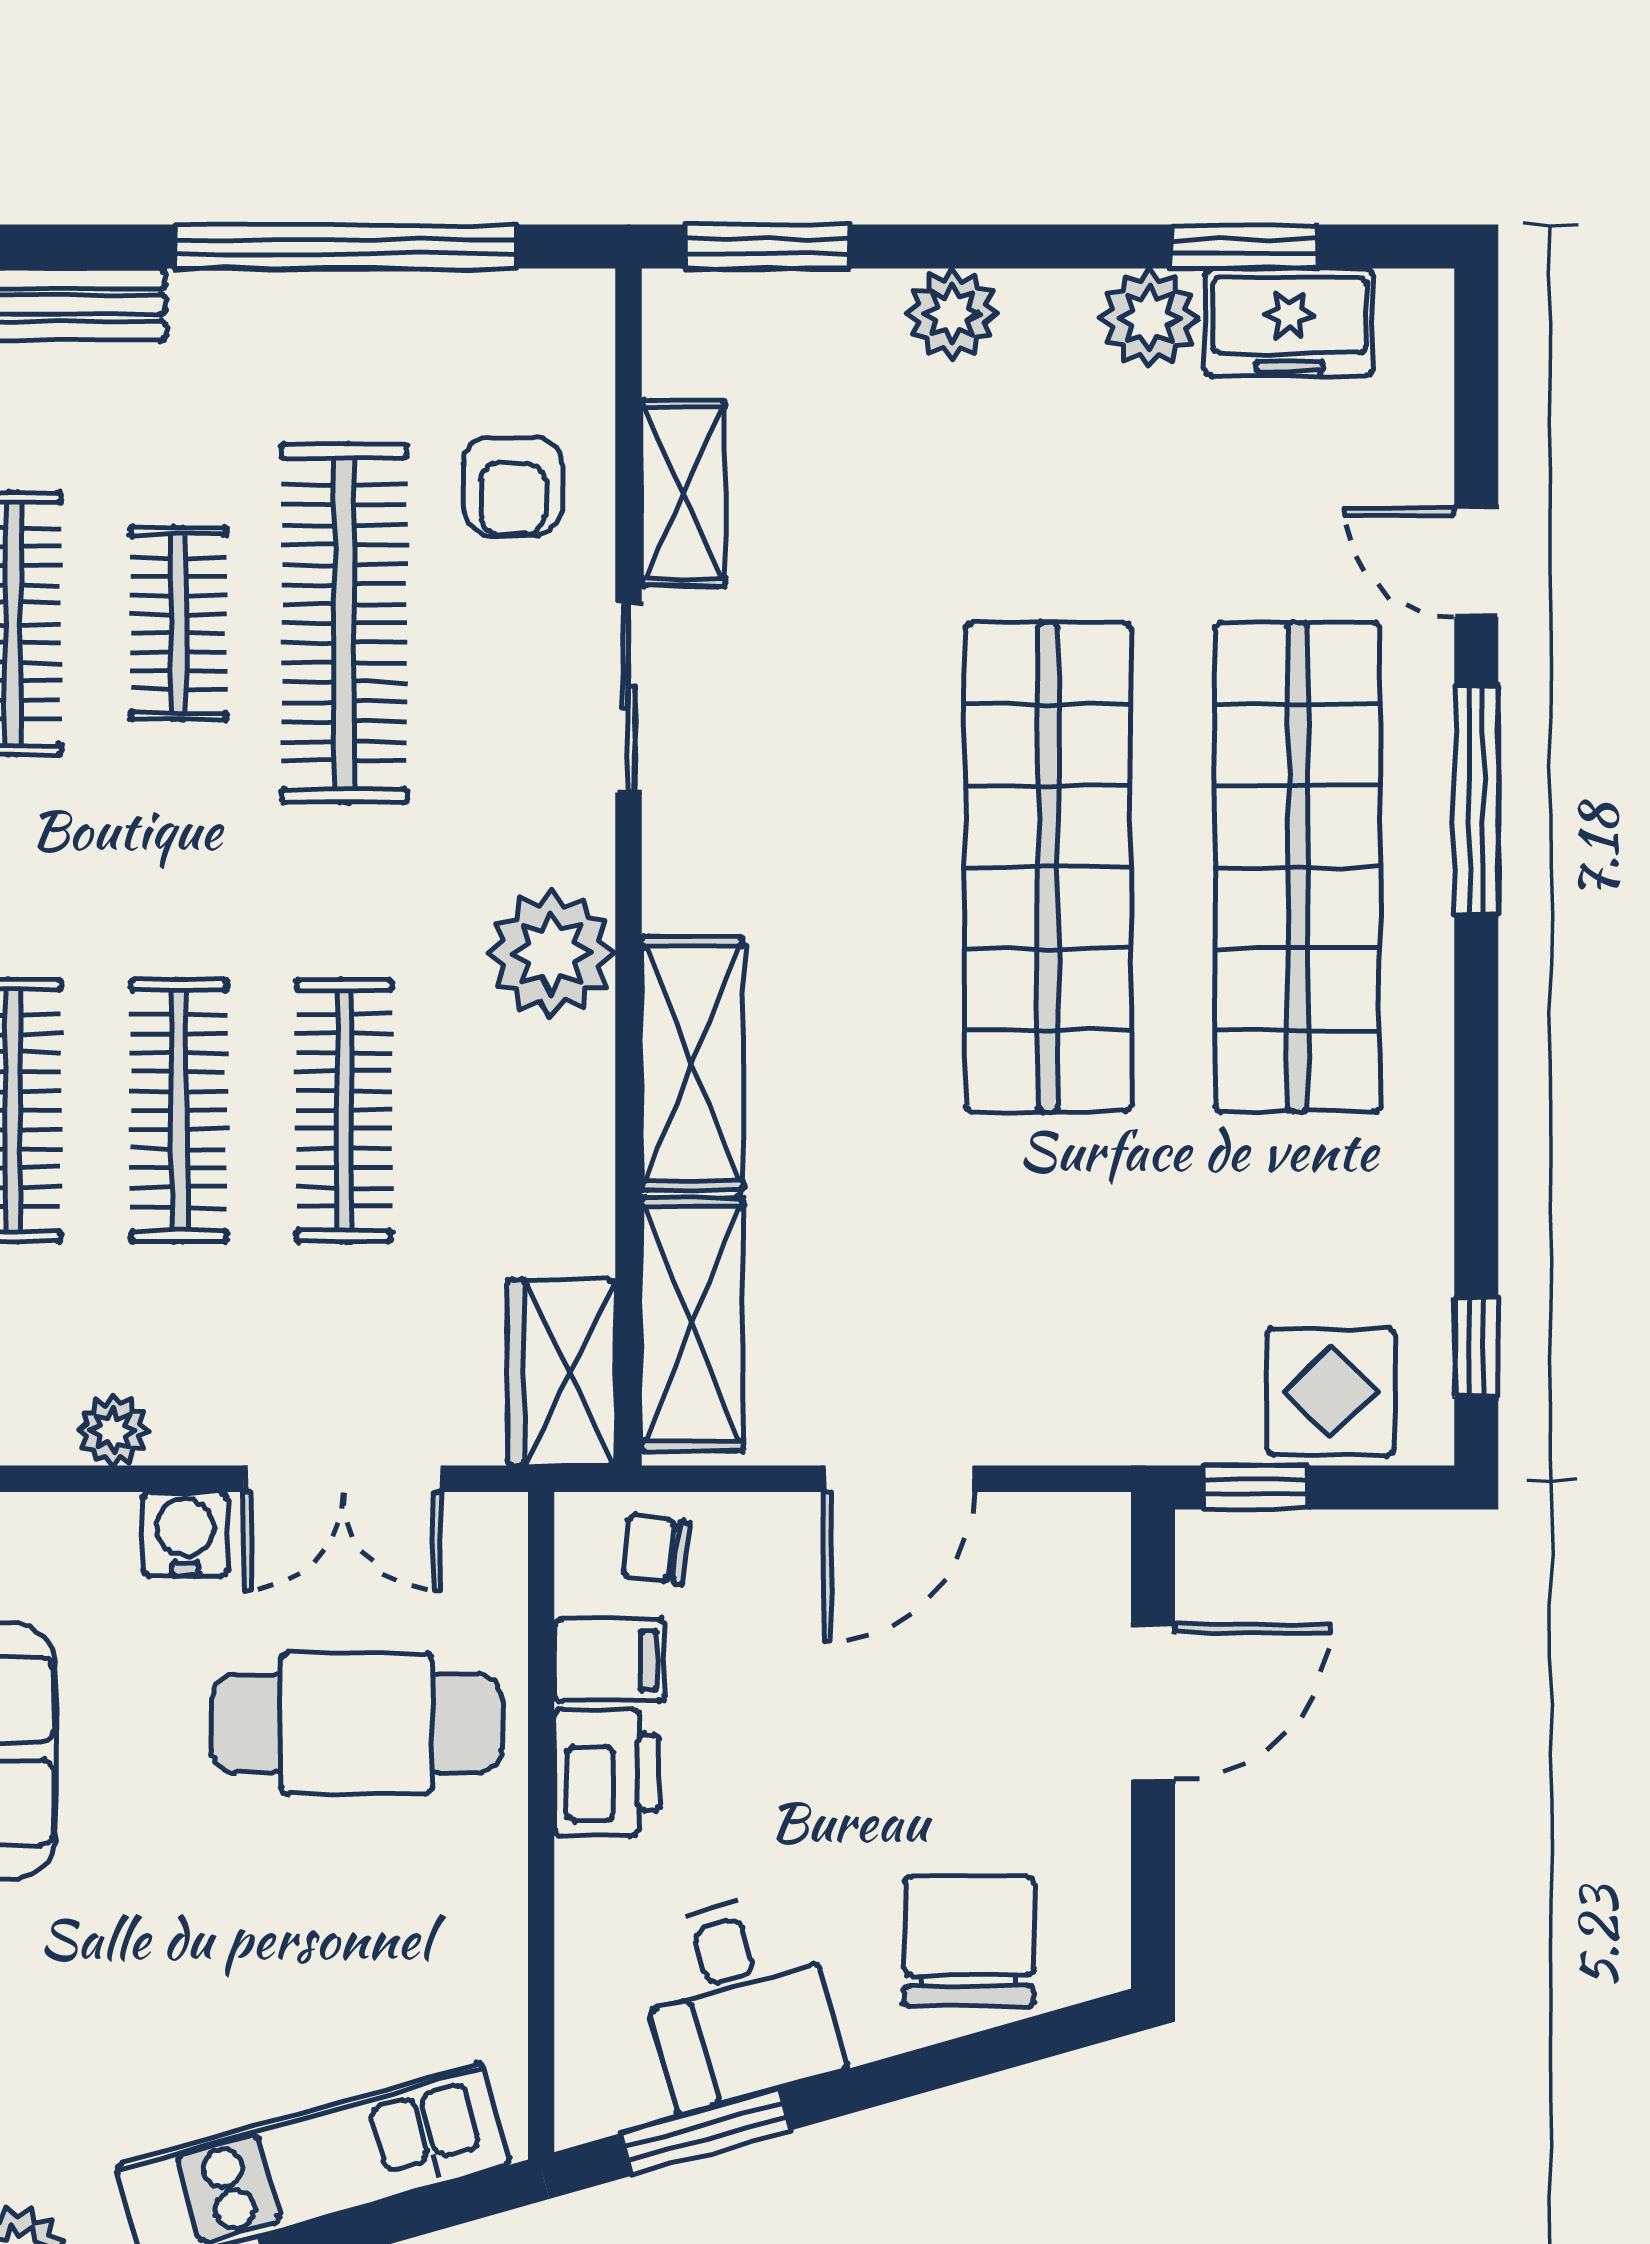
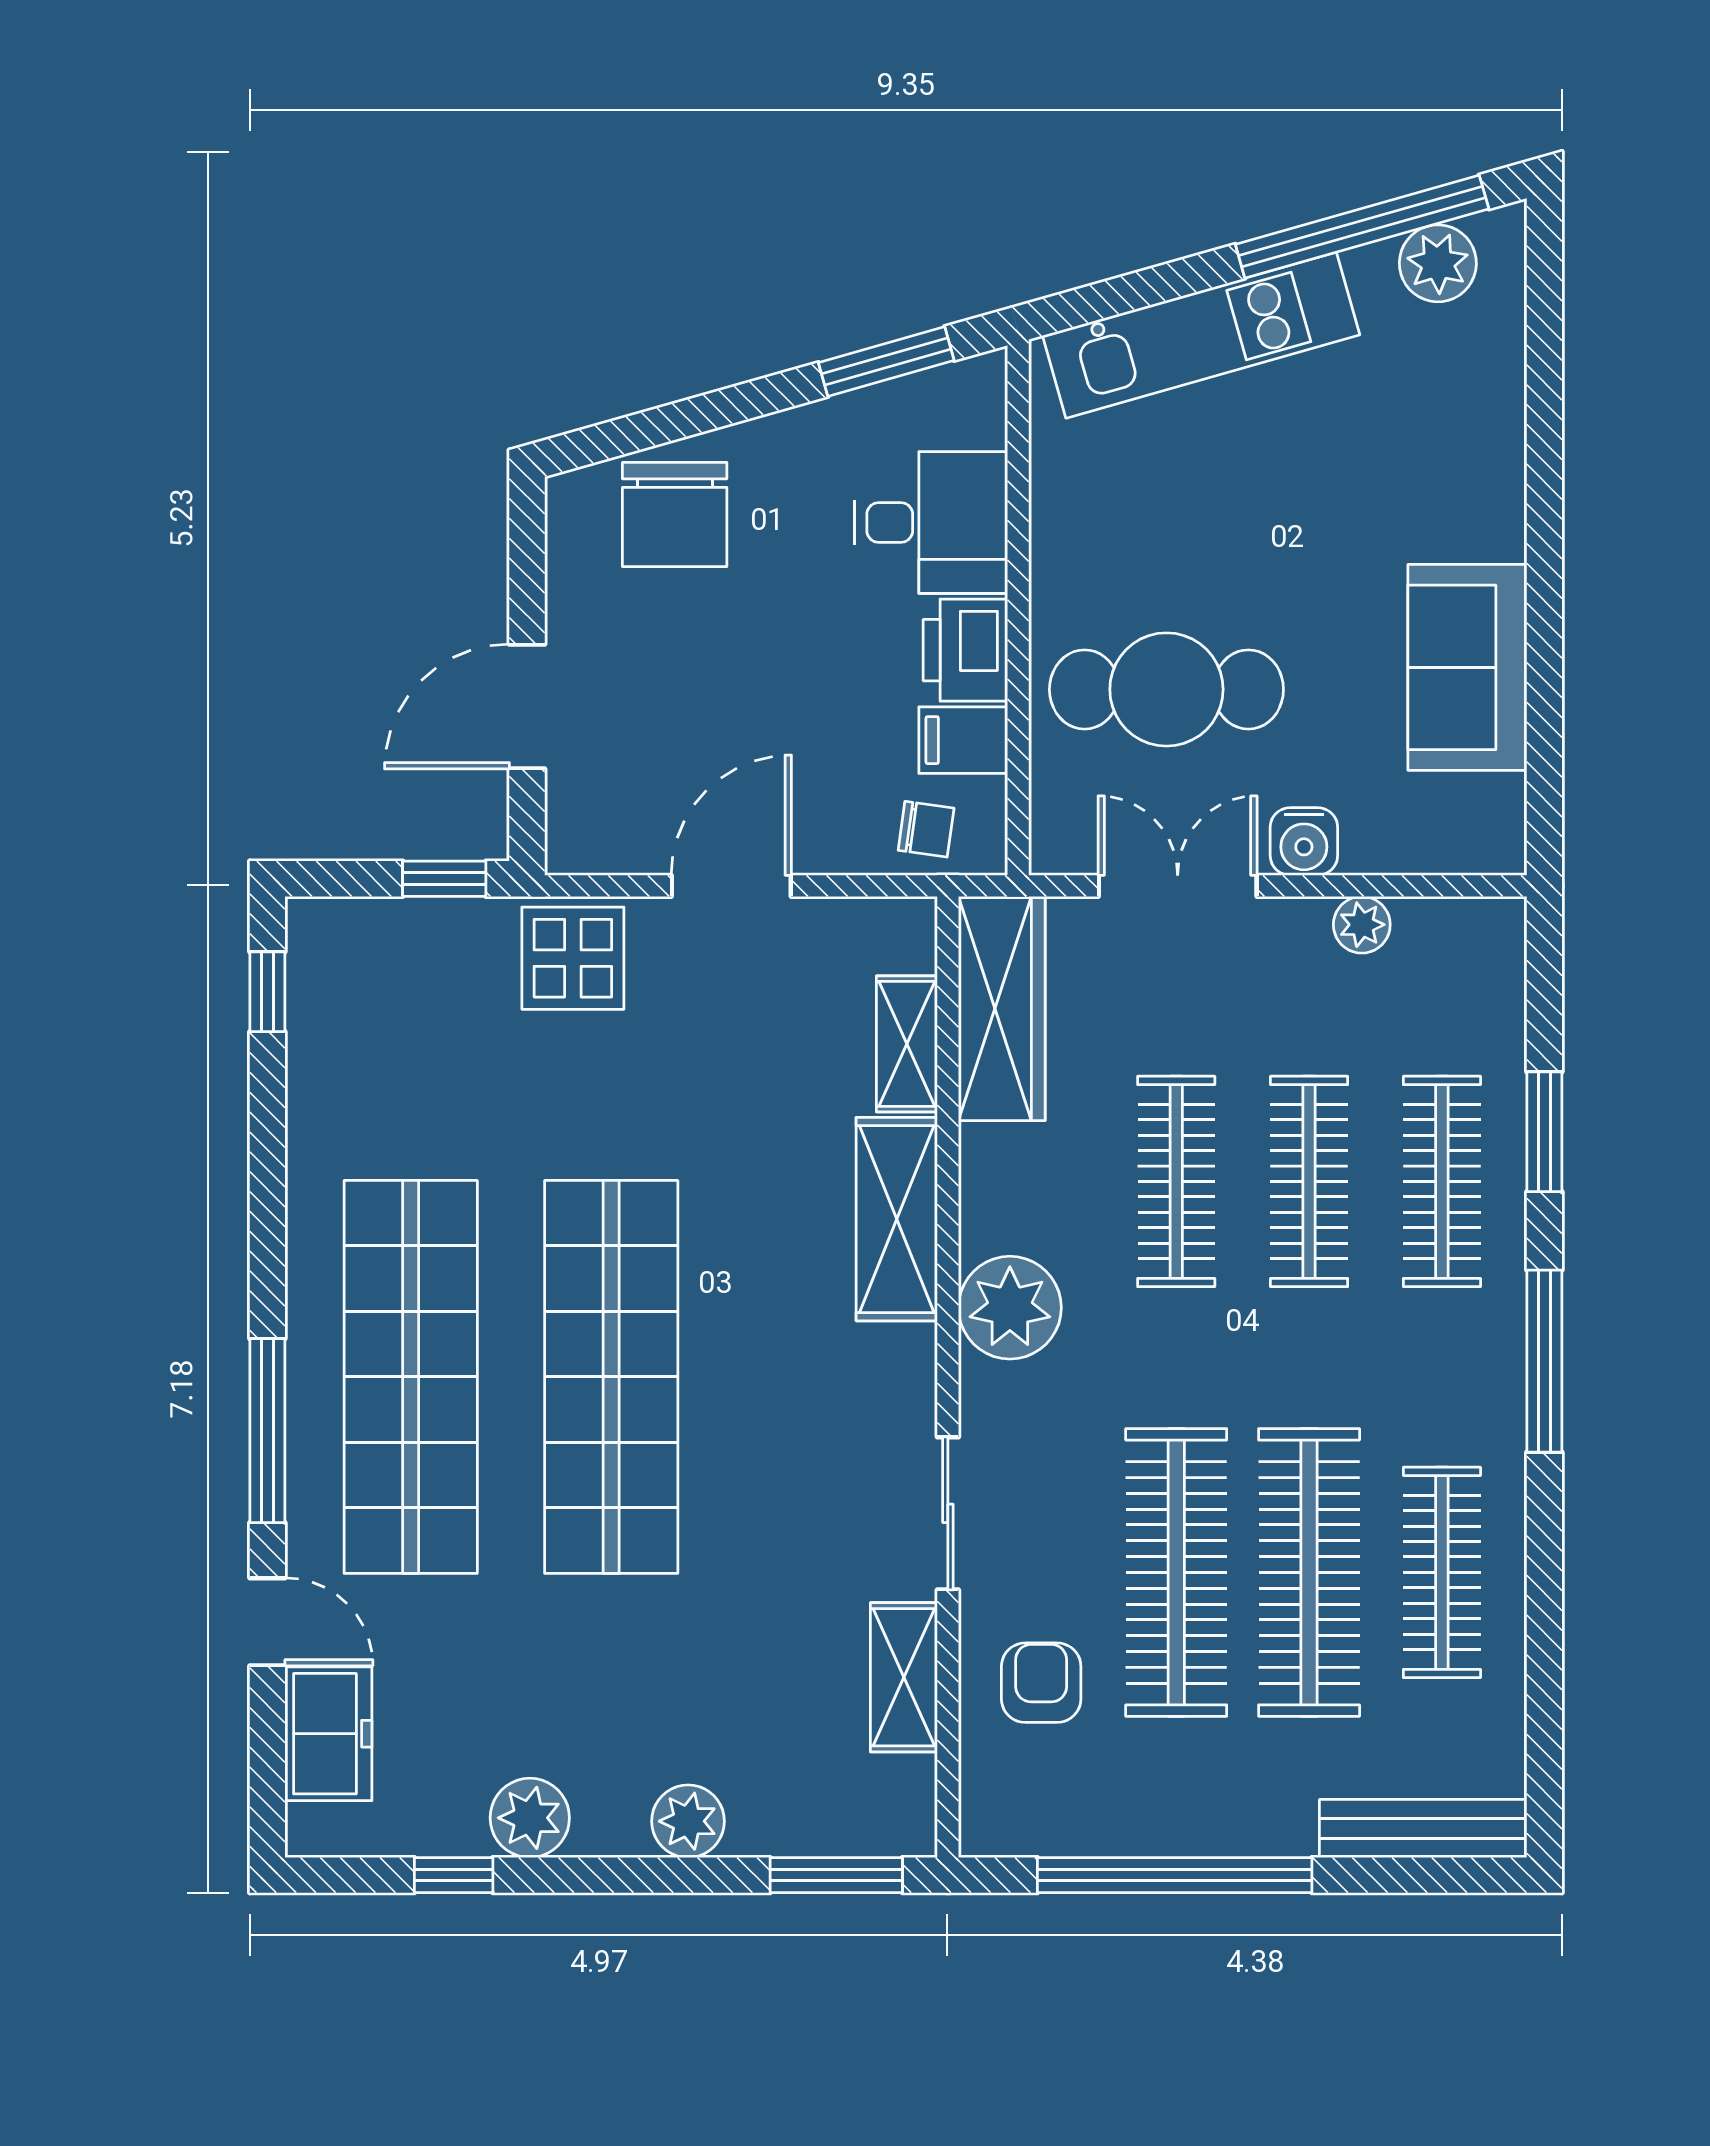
window: (1244, 247) -> (454, 1875), width x0.67
freezer: (1289, 323) -> (328, 1734), moved, turned 90
clothes rail: (179, 624) -> (1309, 1572), width x1.86, depth x1.31
shelving: (692, 1324) -> (907, 1044), width x0.67, depth x0.75
wardrobe: (561, 1373) -> (1002, 1008), width x1.50
display table: (1330, 1392) -> (573, 958), moved
desk: (738, 2001) -> (931, 523), moved, turned 106

